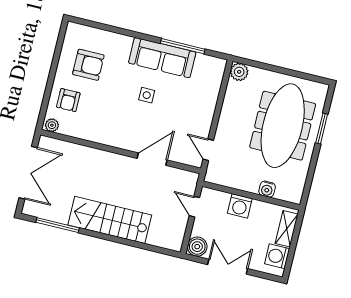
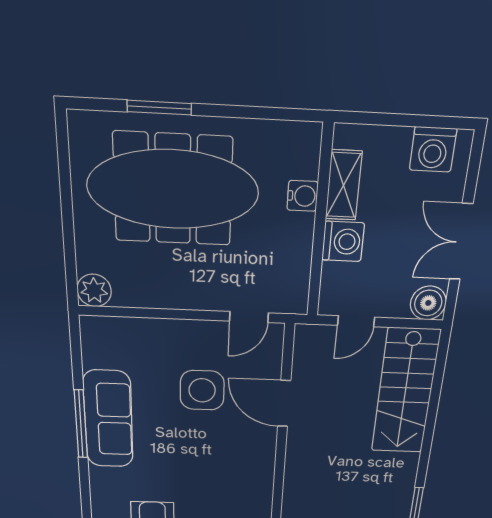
window: (183, 46) -> (81, 424), moved
side table: (147, 95) -> (202, 390), moved, width x1.87, depth x1.87
stairs: (110, 220) -> (405, 392), moved
shelving: (287, 229) -> (344, 185), moved, turned 90

